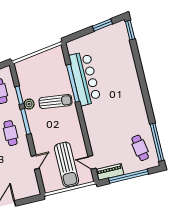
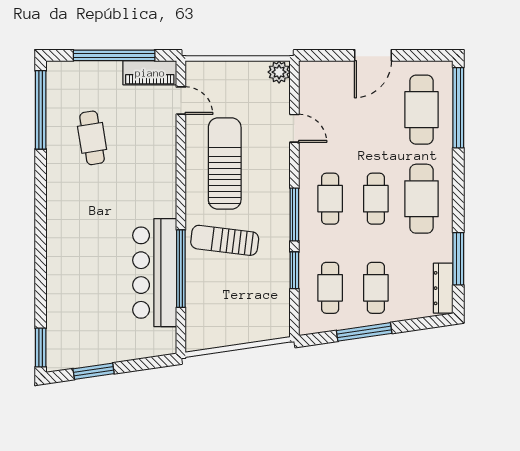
plant: (29, 104) -> (279, 72), moved
cafe table: (140, 148) -> (92, 138), moved
door: (35, 162) -> (294, 128), swing flipped
sun lounger: (67, 164) -> (225, 163), moved

